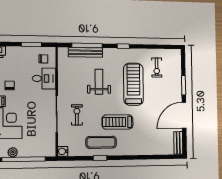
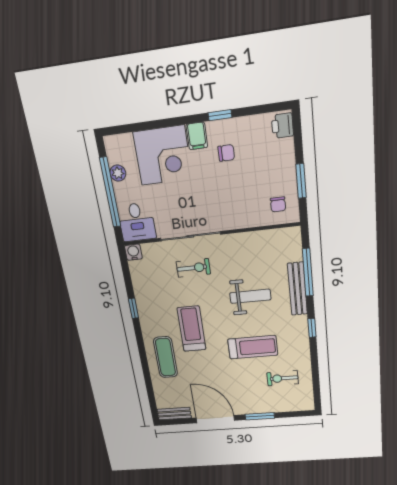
bench: (85, 52) -> (297, 289), moved
desk: (44, 78) -> (137, 222), moved
treadmill: (133, 84) -> (253, 347), width x0.73, depth x0.73
exercise mat: (101, 142) -> (166, 357), moved

